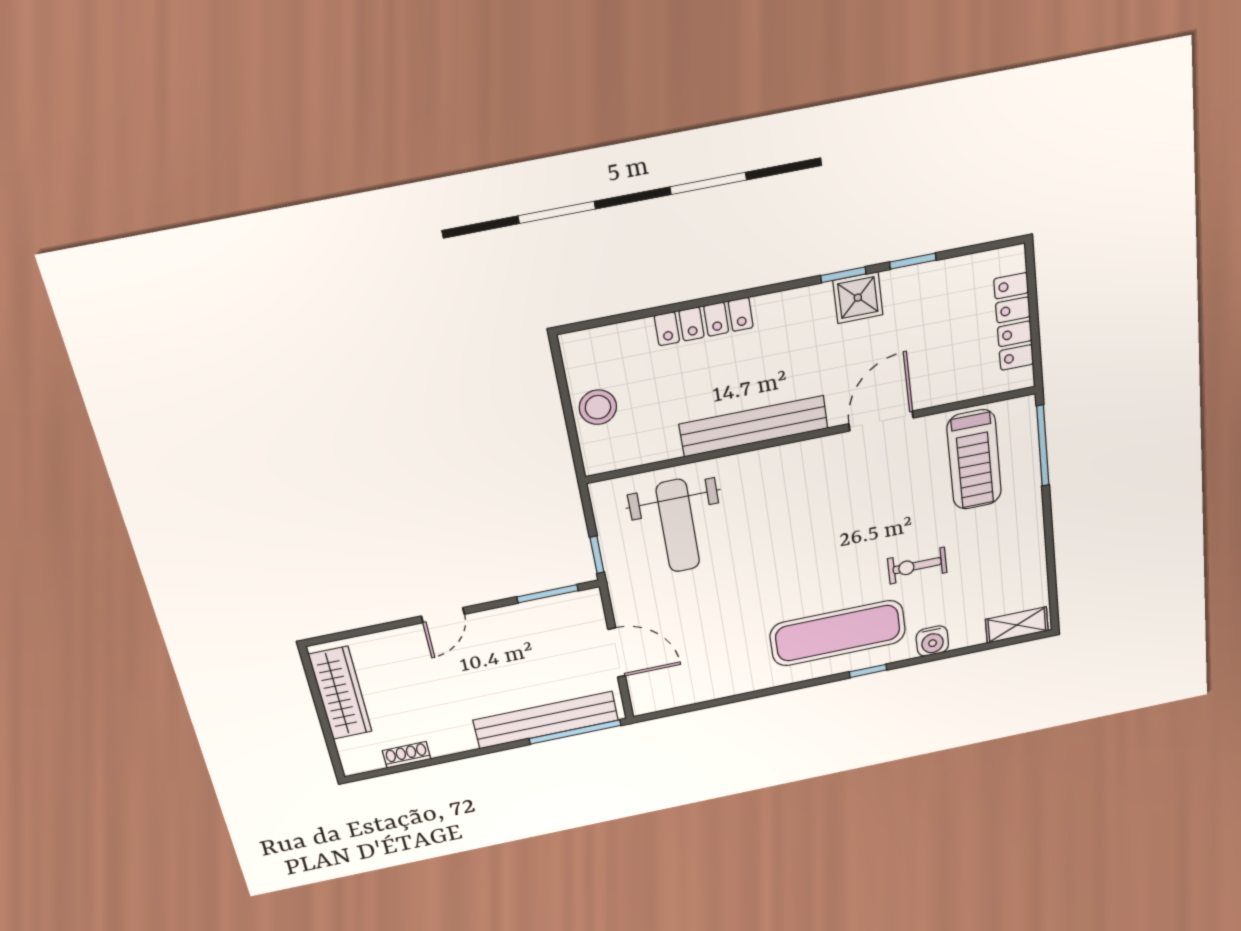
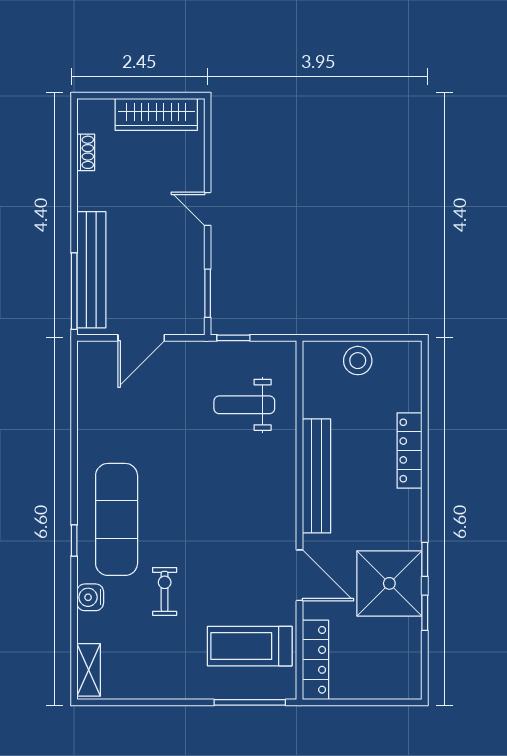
shower: (858, 298) -> (389, 583), width x1.86, depth x1.86
locker: (1014, 322) -> (315, 660), moved, turned 90
weight bench: (678, 526) -> (244, 405), width x0.73, depth x0.75

